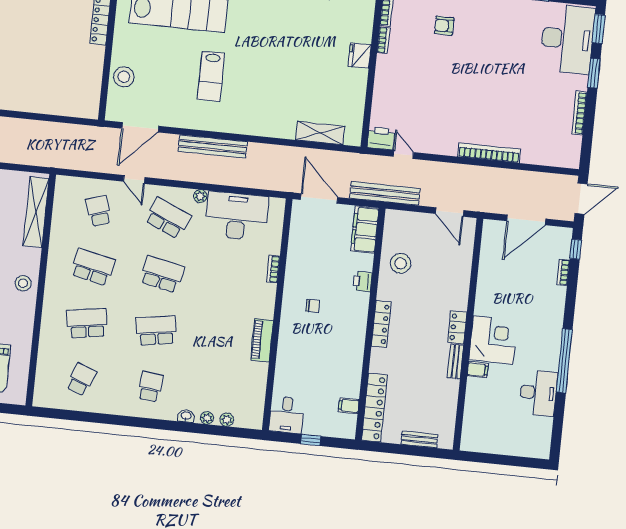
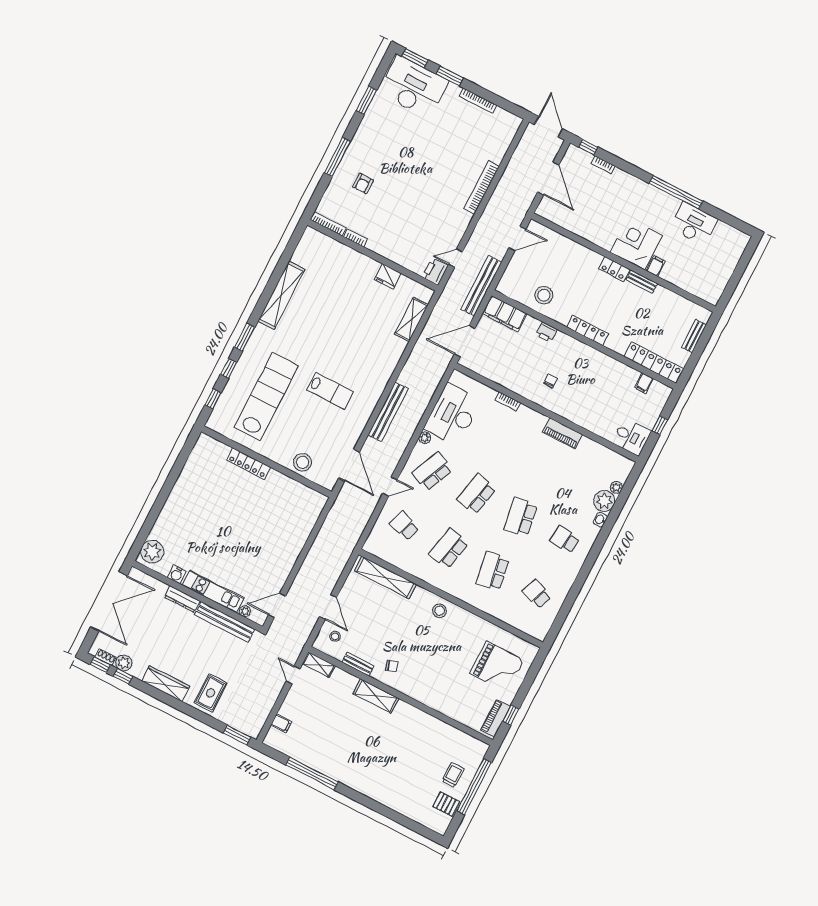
fridge: (360, 56) -> (388, 276), moved
school desk: (99, 211) -> (404, 526), turned 36
plant: (207, 418) -> (604, 501), width x1.88, depth x1.88

